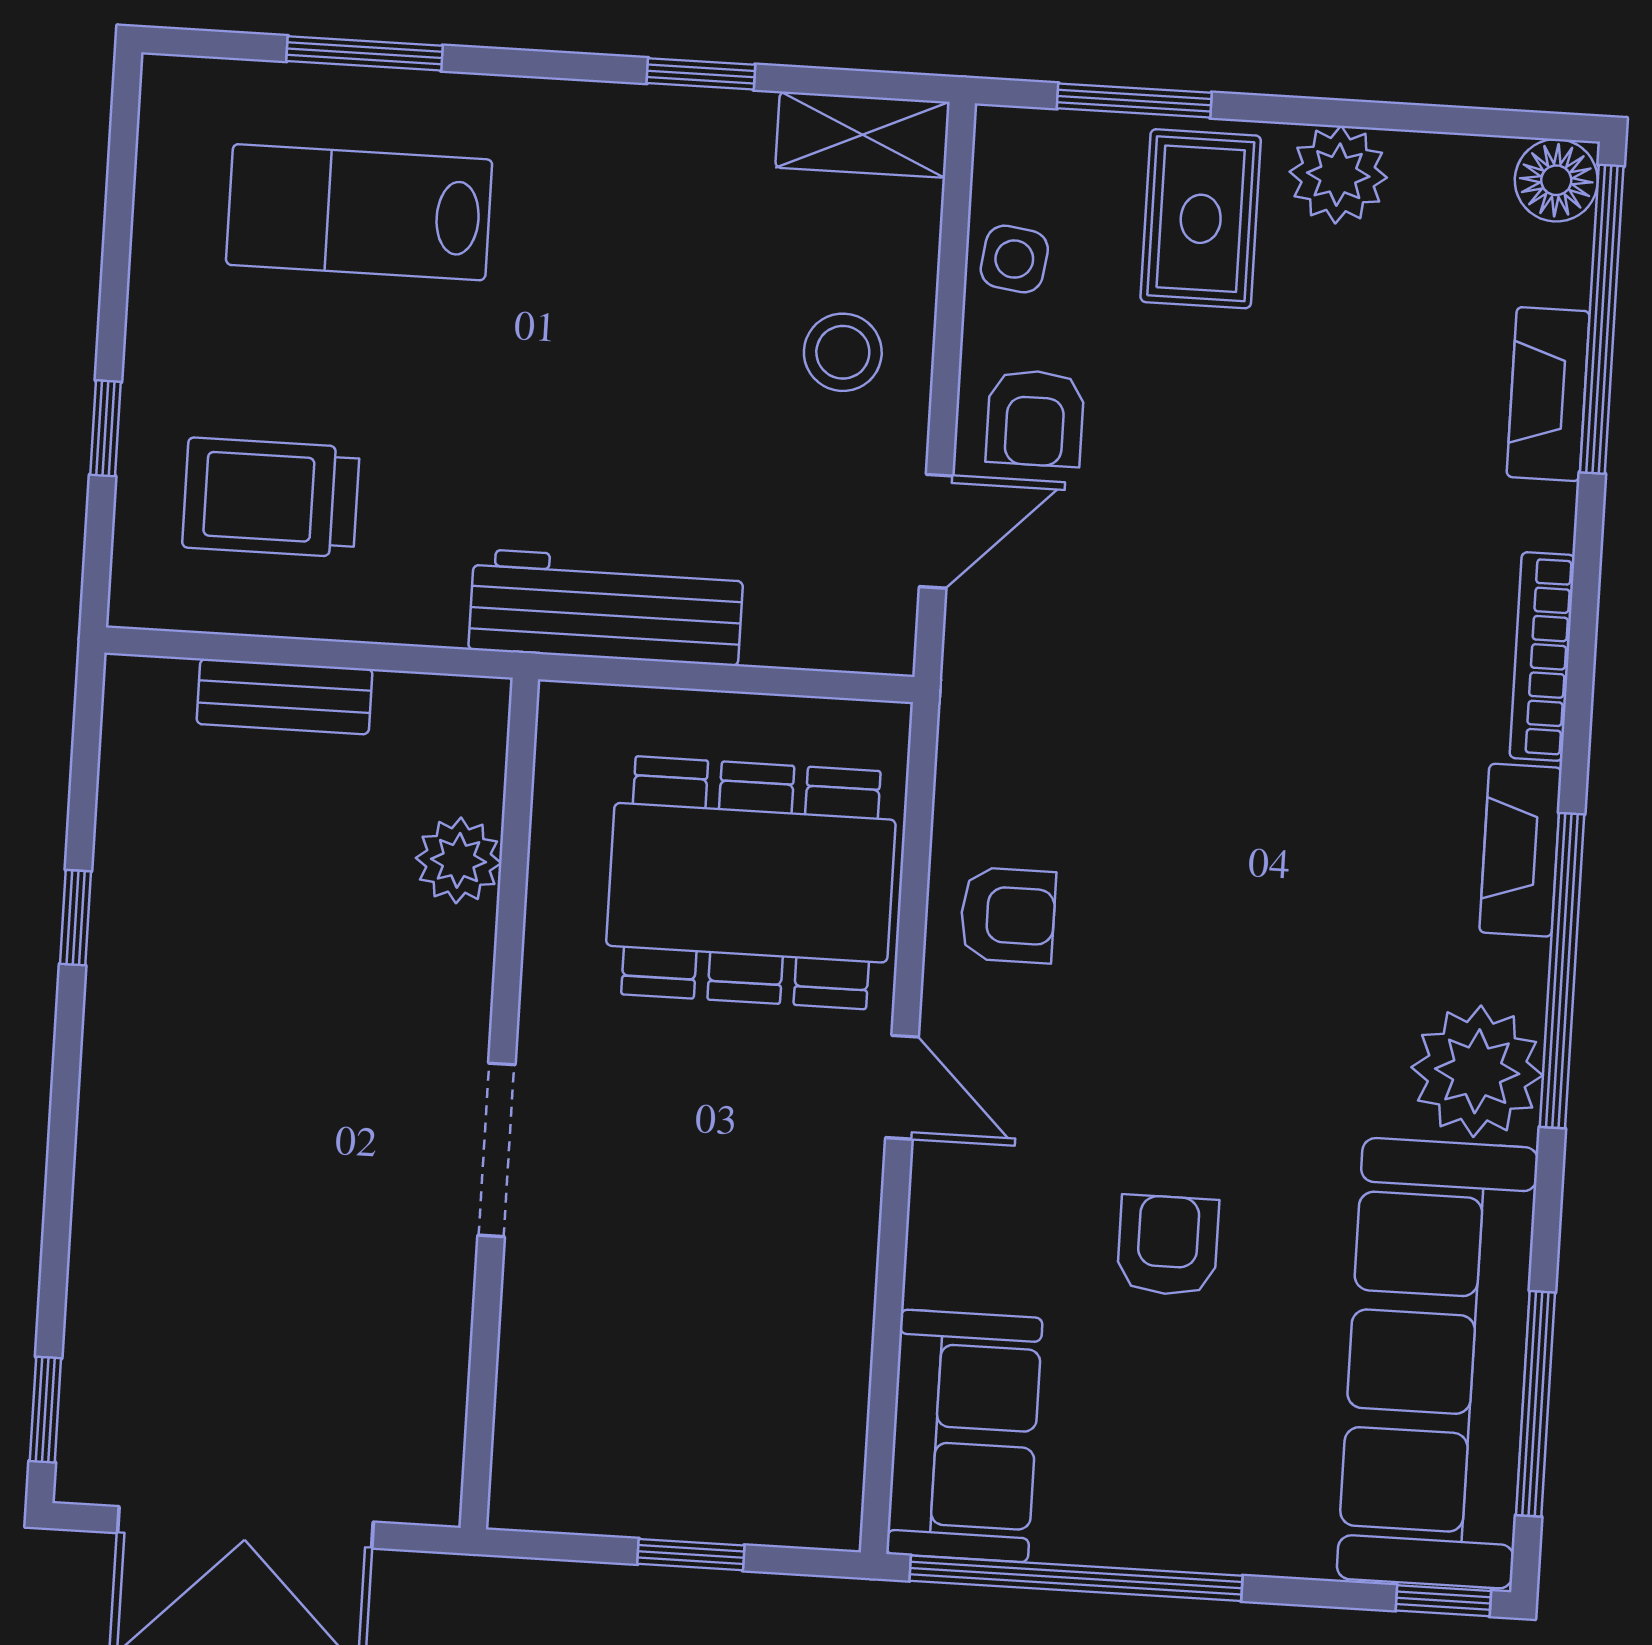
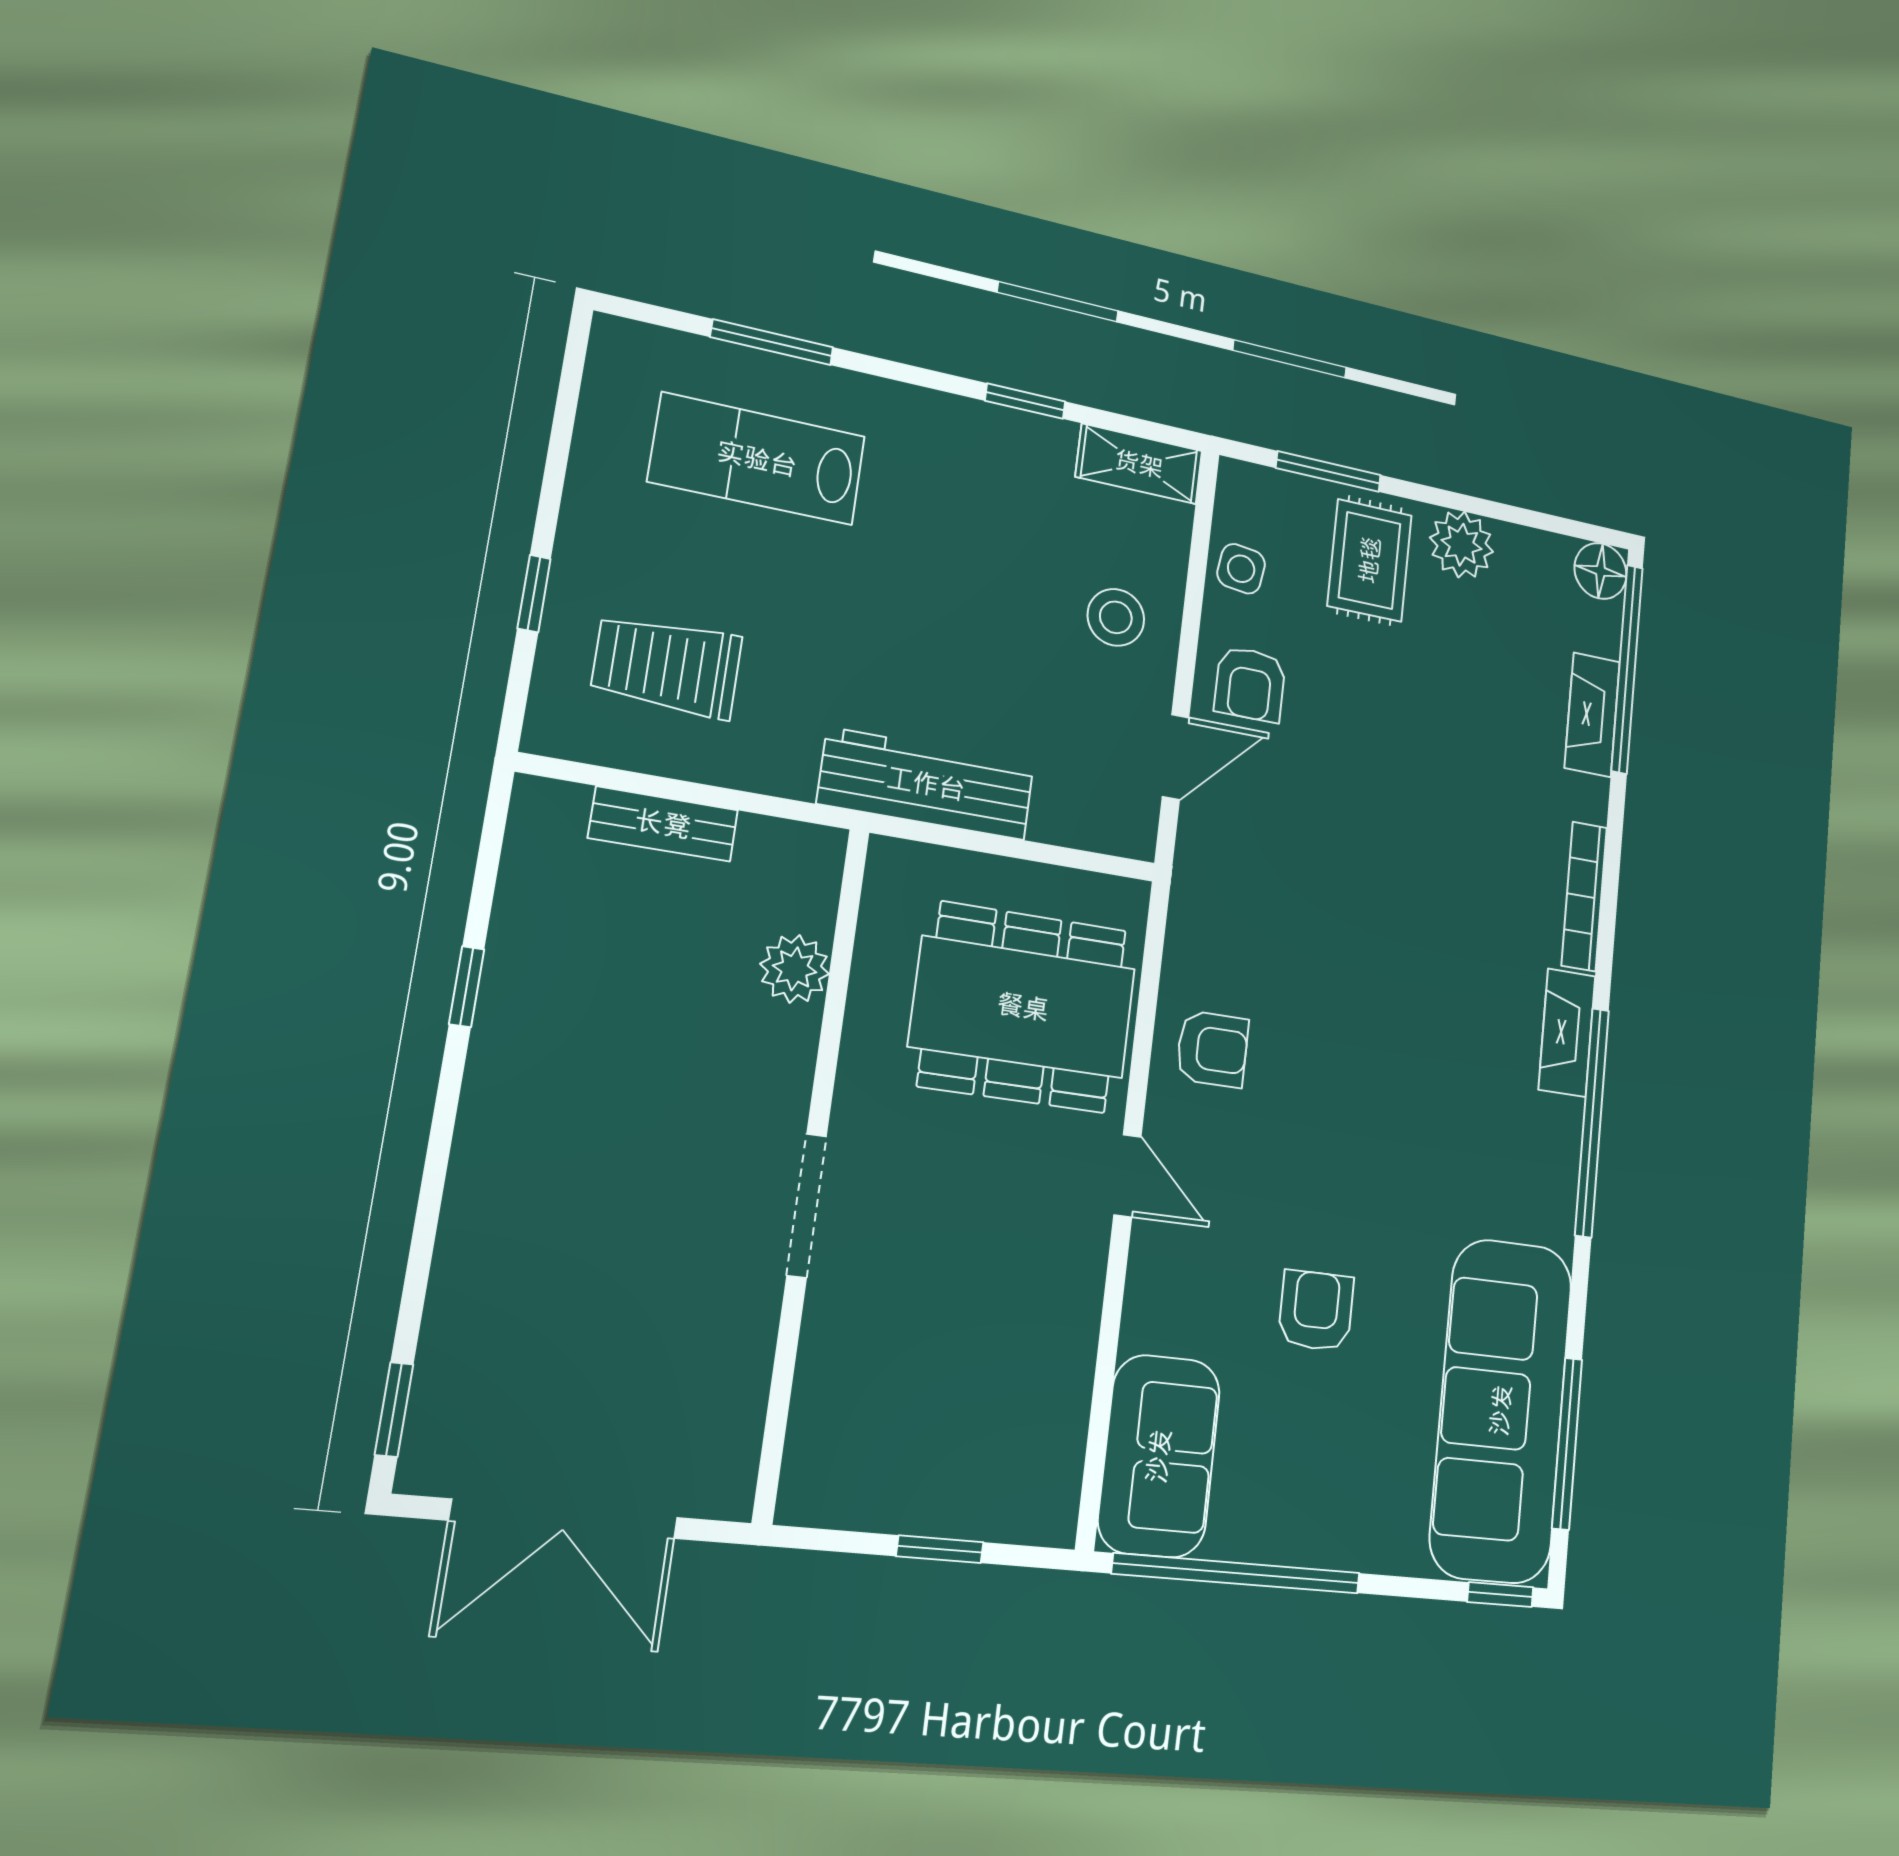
plant: (1477, 1071) -> (1534, 1192), removed

